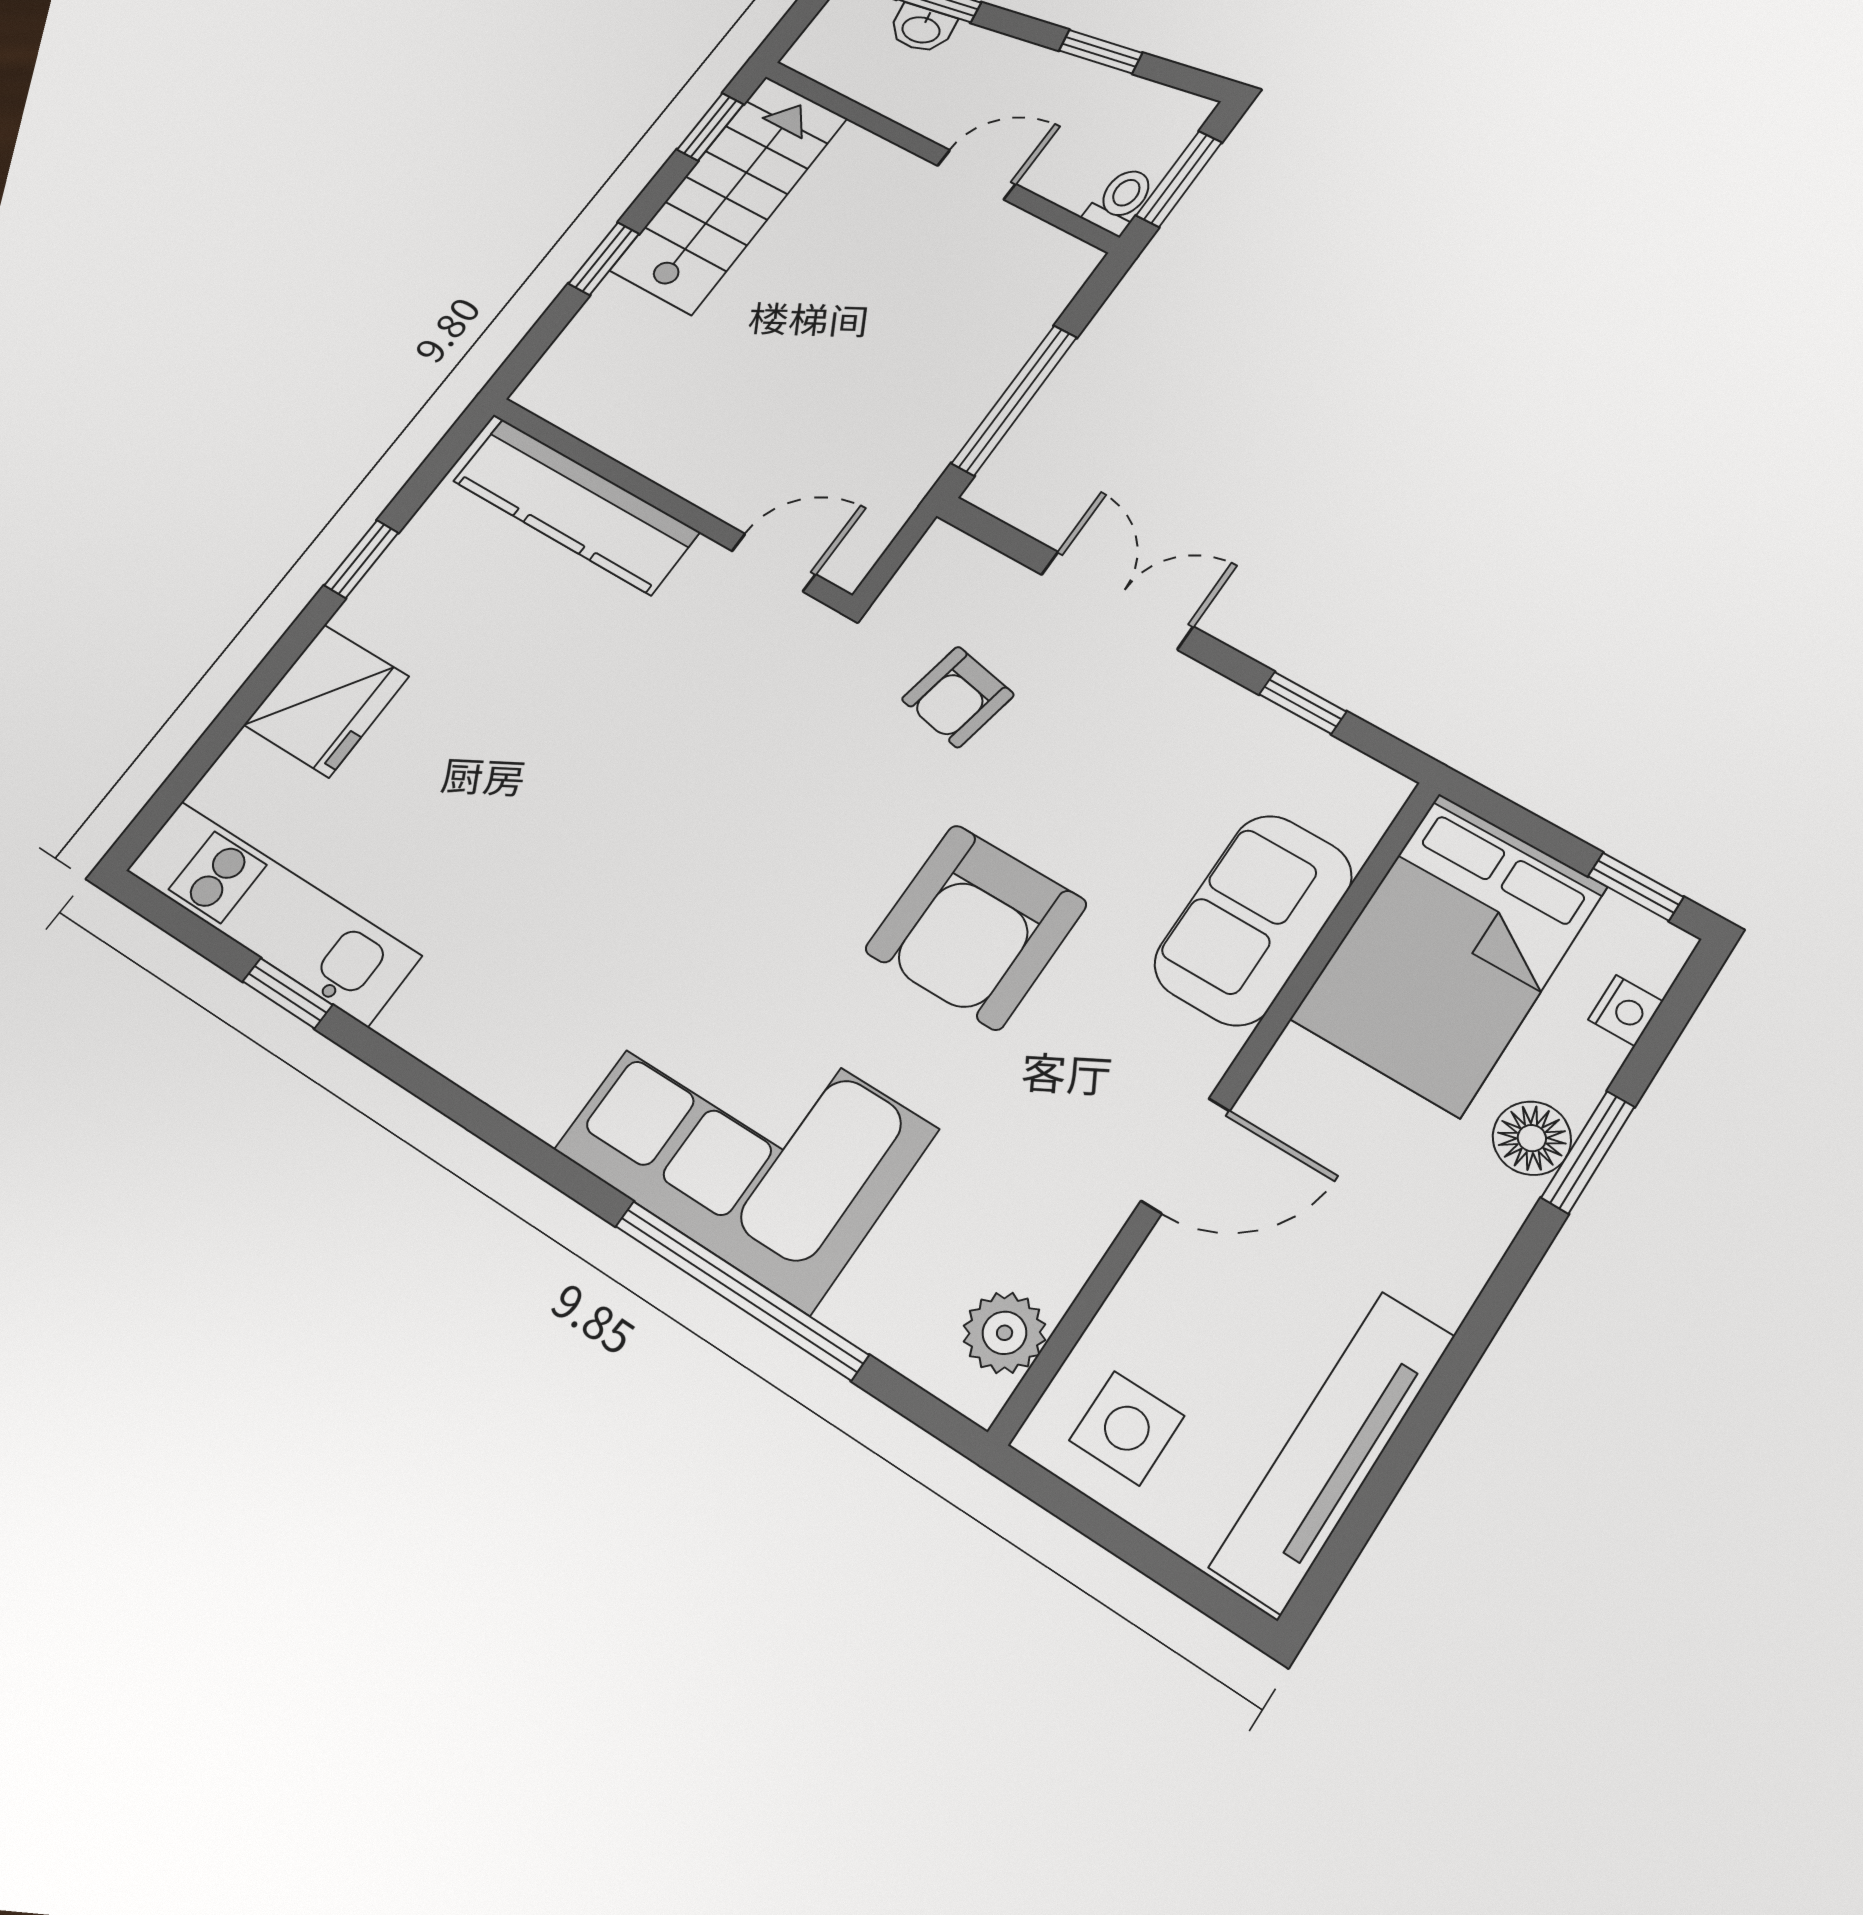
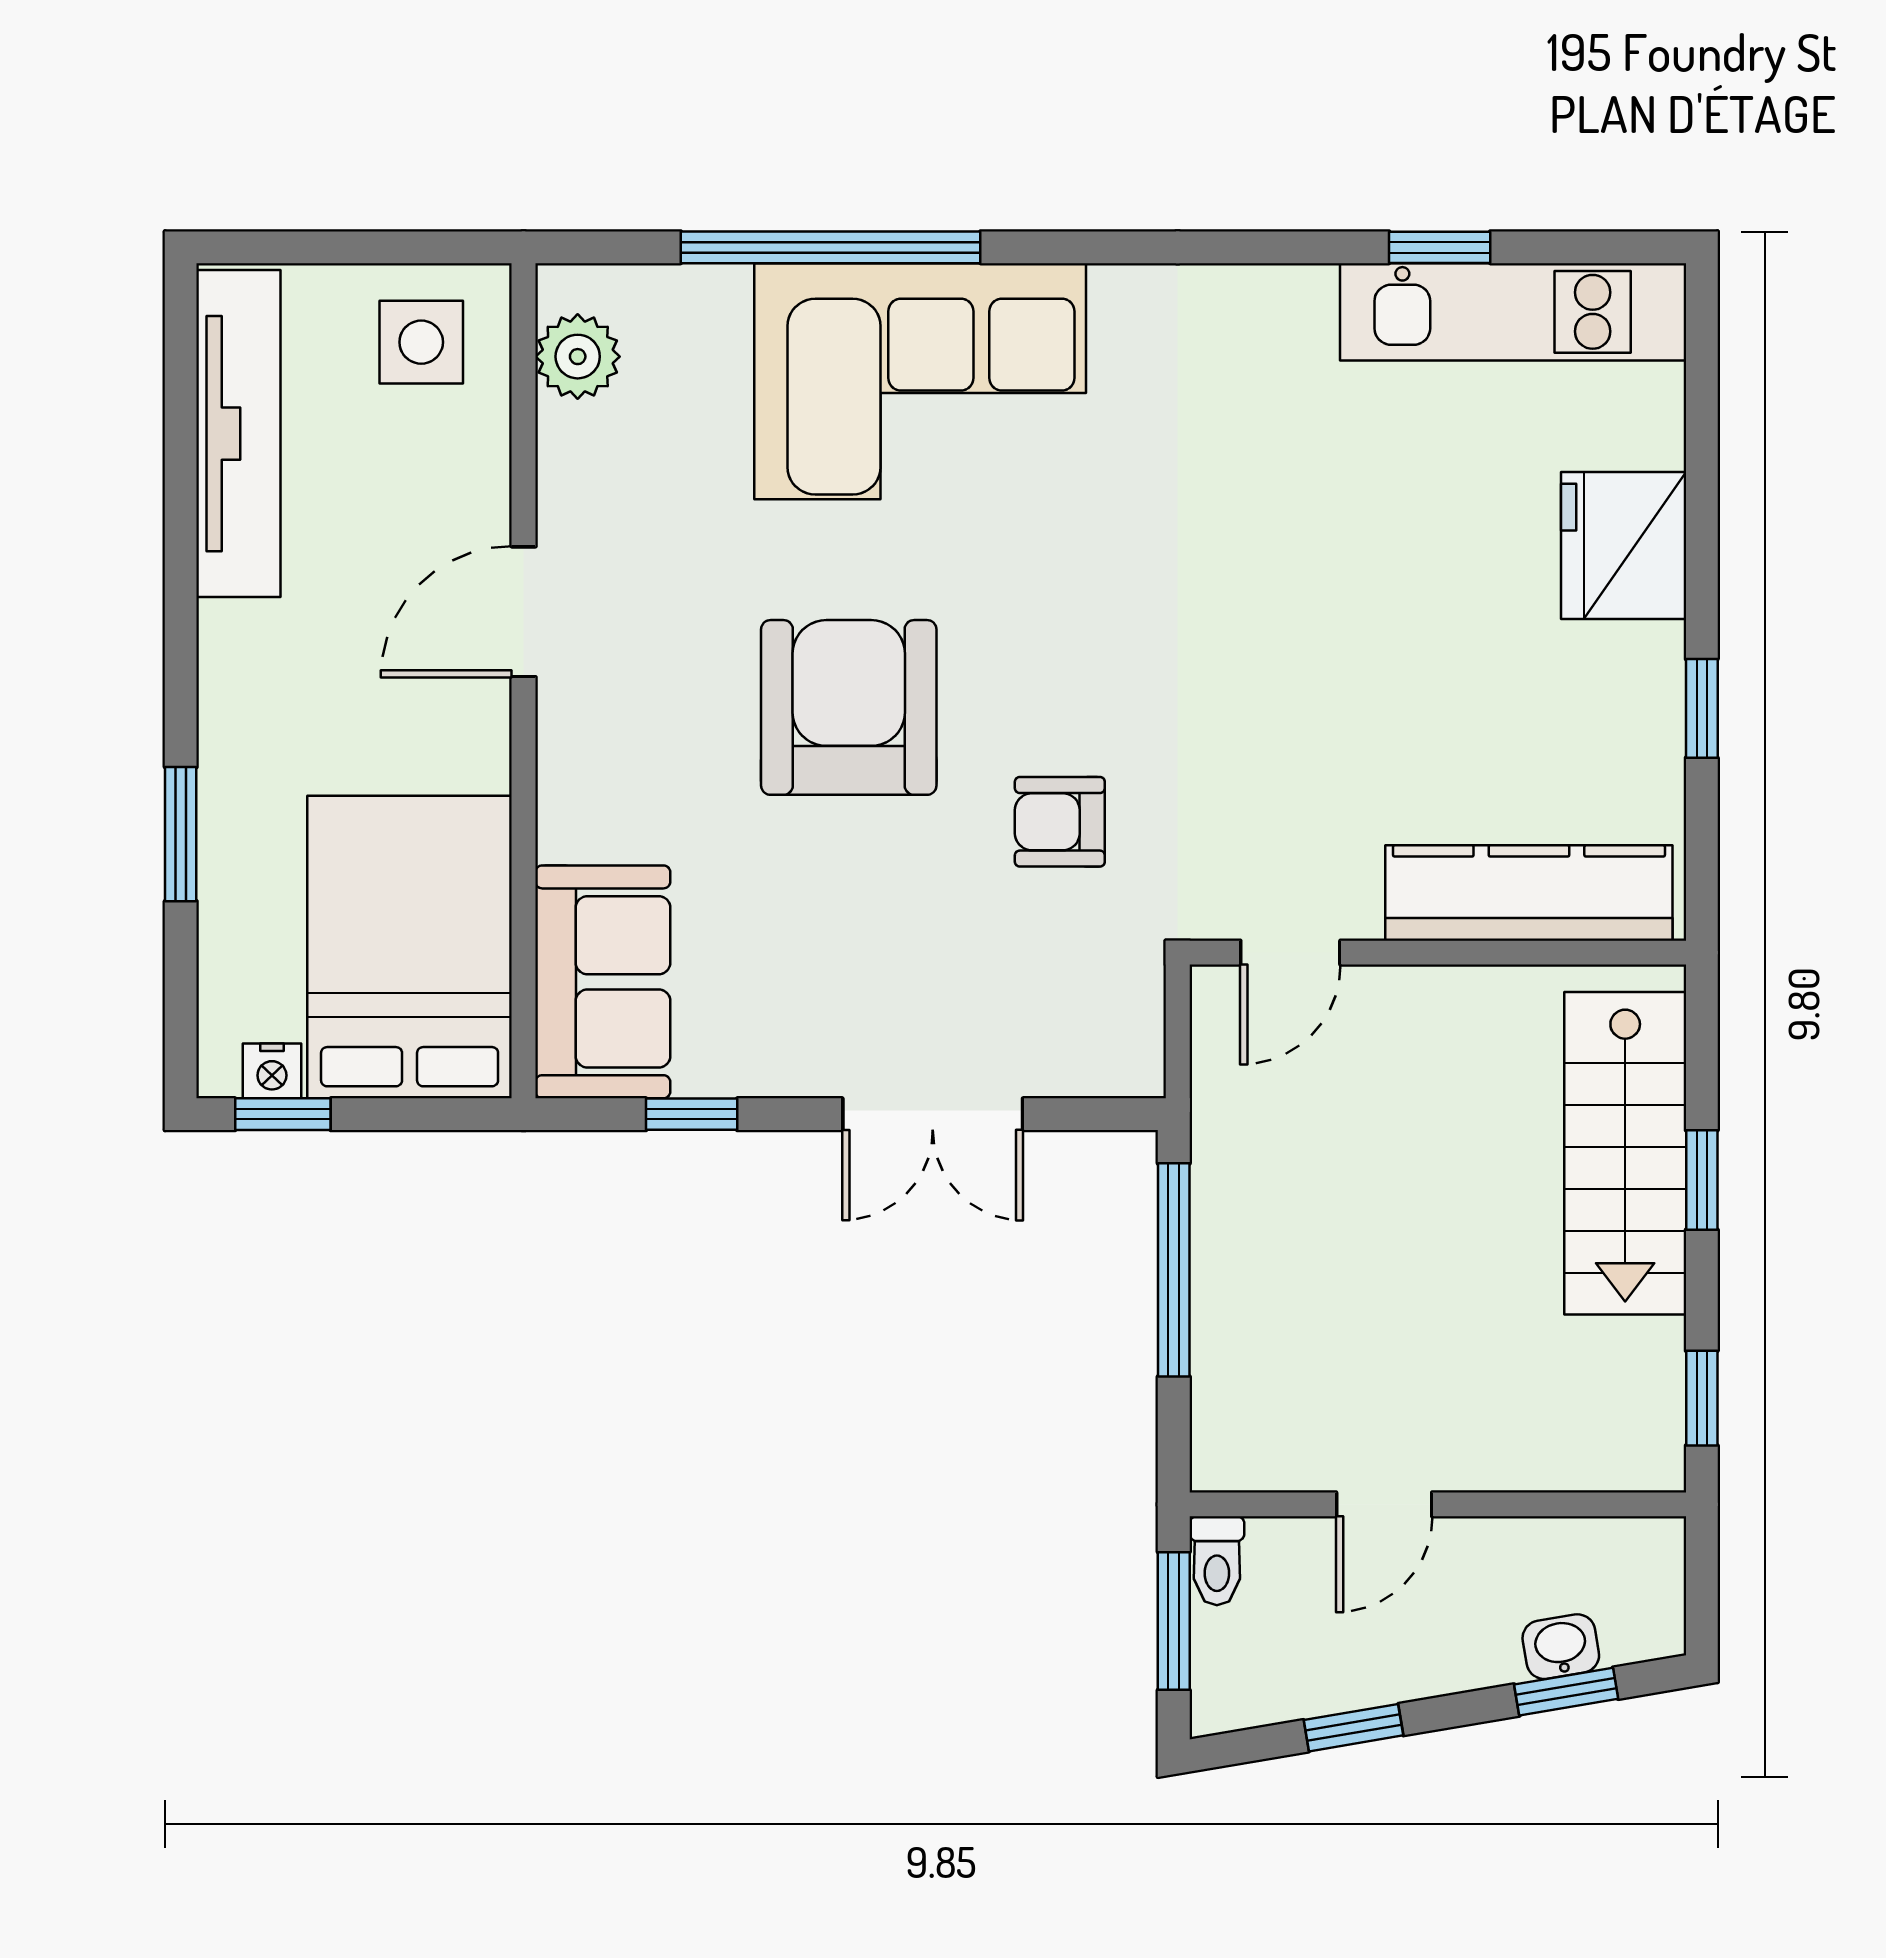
stairs: (729, 194) -> (1625, 1153), moved
armchair: (958, 697) -> (1060, 822), moved, turned -101
sofa: (1253, 920) -> (603, 982), moved
nightstand: (1626, 1010) -> (272, 1071), moved, turned -90
floor lamp: (1532, 1138) -> (236, 817), removed

